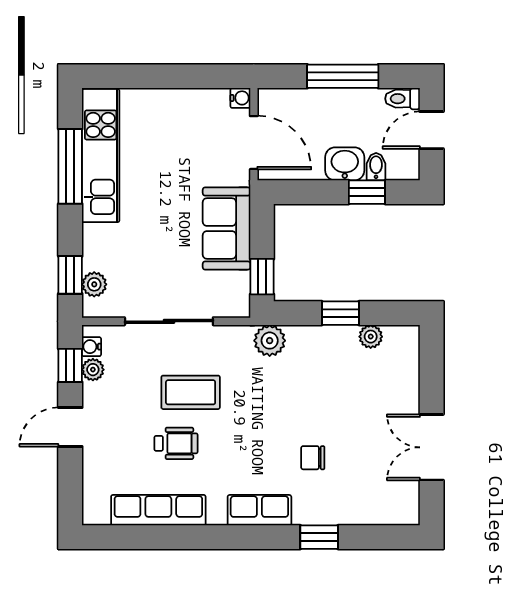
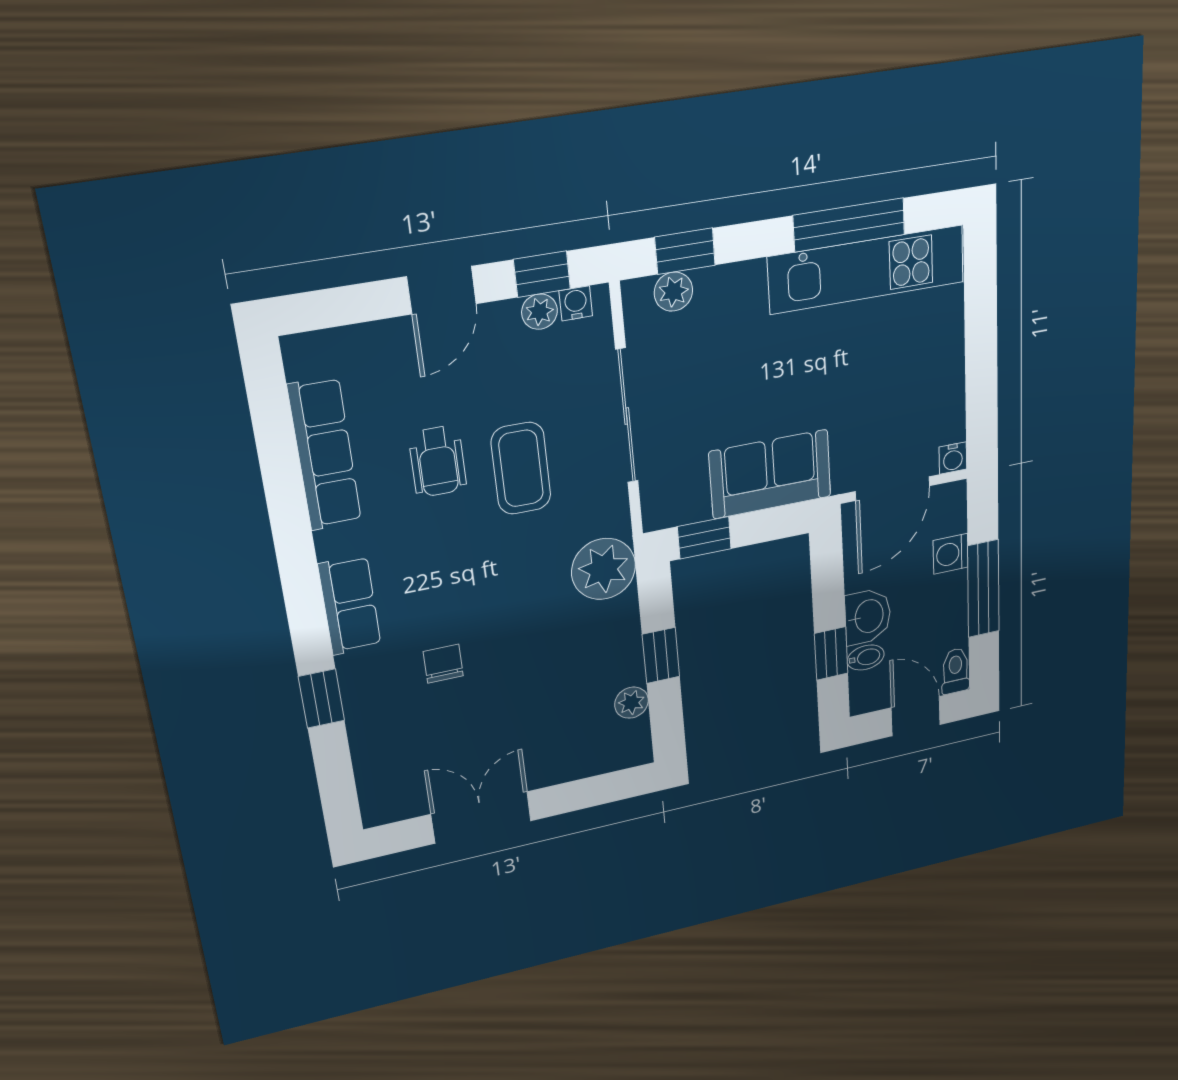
washing machine: (311, 101) -> (951, 554), added
plant: (270, 341) -> (604, 569), width x1.36, depth x1.36
door: (70, 427) -> (442, 290), swing flipped

